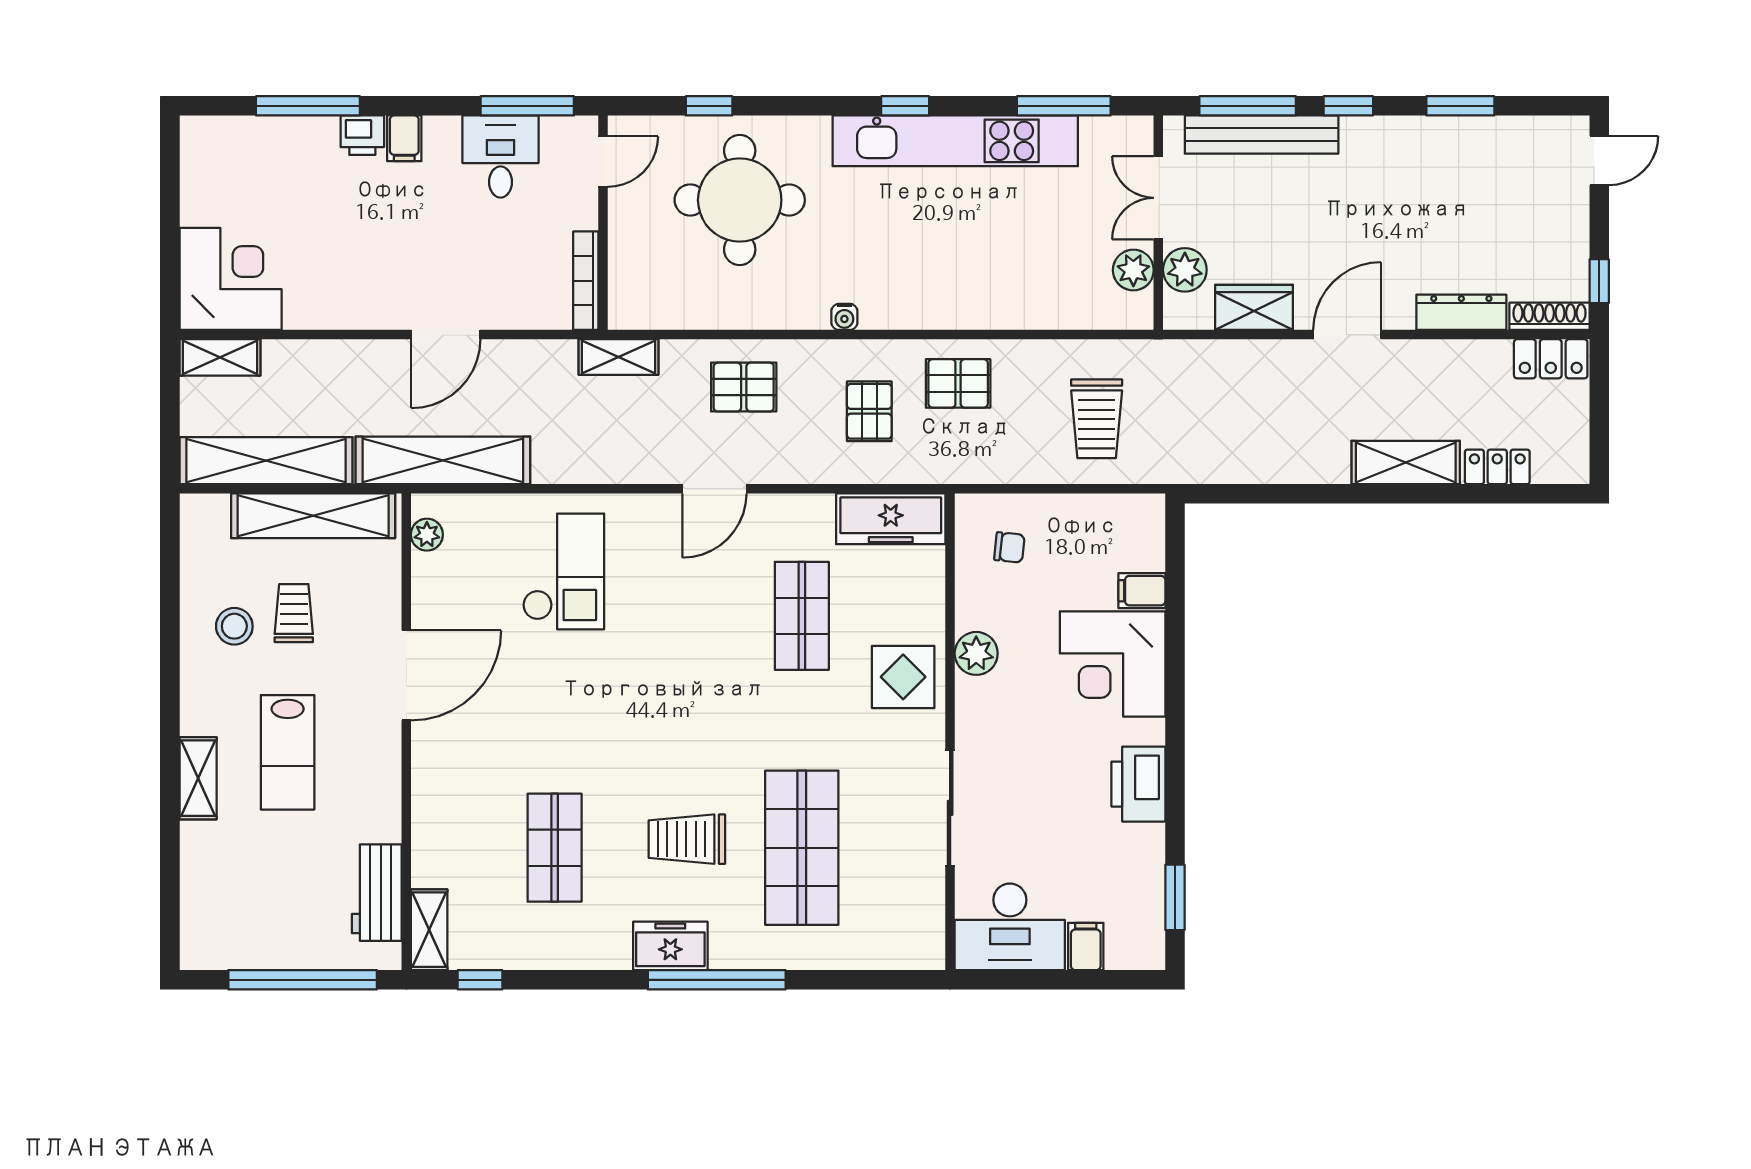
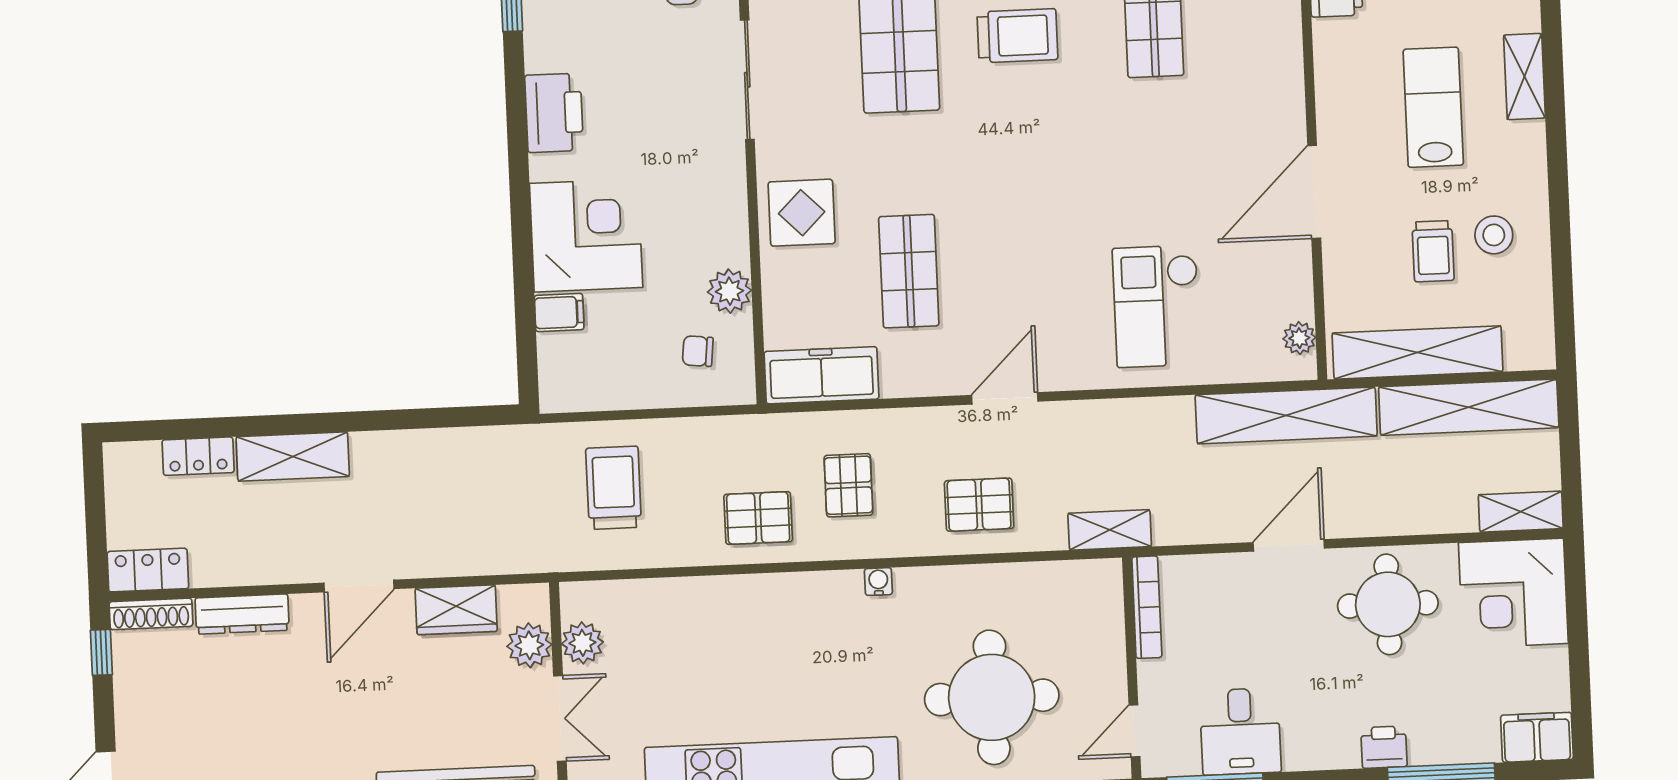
filing cabinet: (404, 138) -> (1537, 737), moved, width x2.00
round table: (352, 273) -> (1388, 604), added
plant: (976, 653) -> (729, 291), moved

